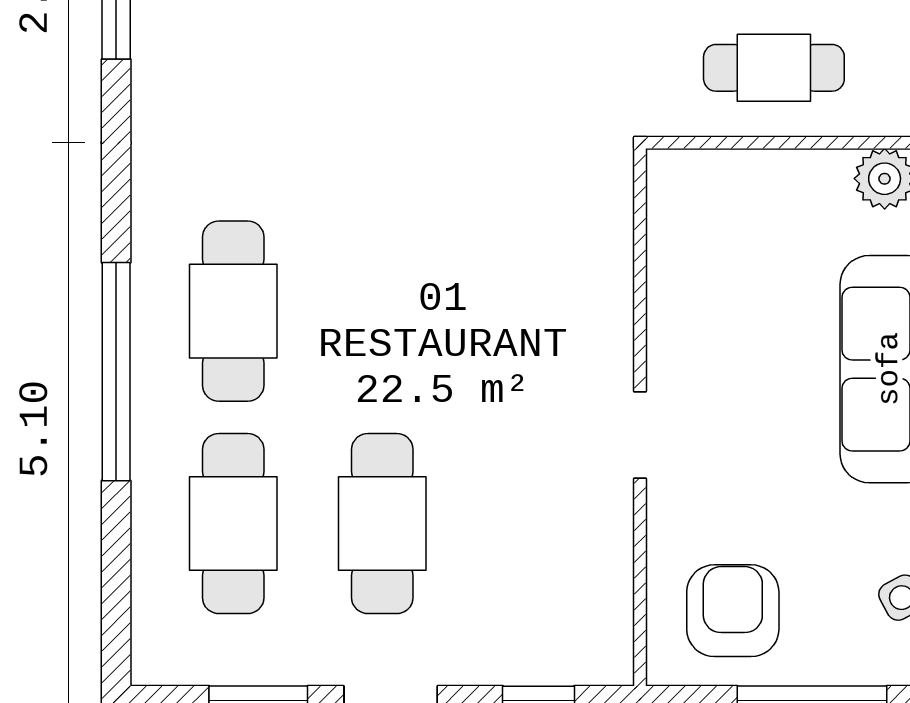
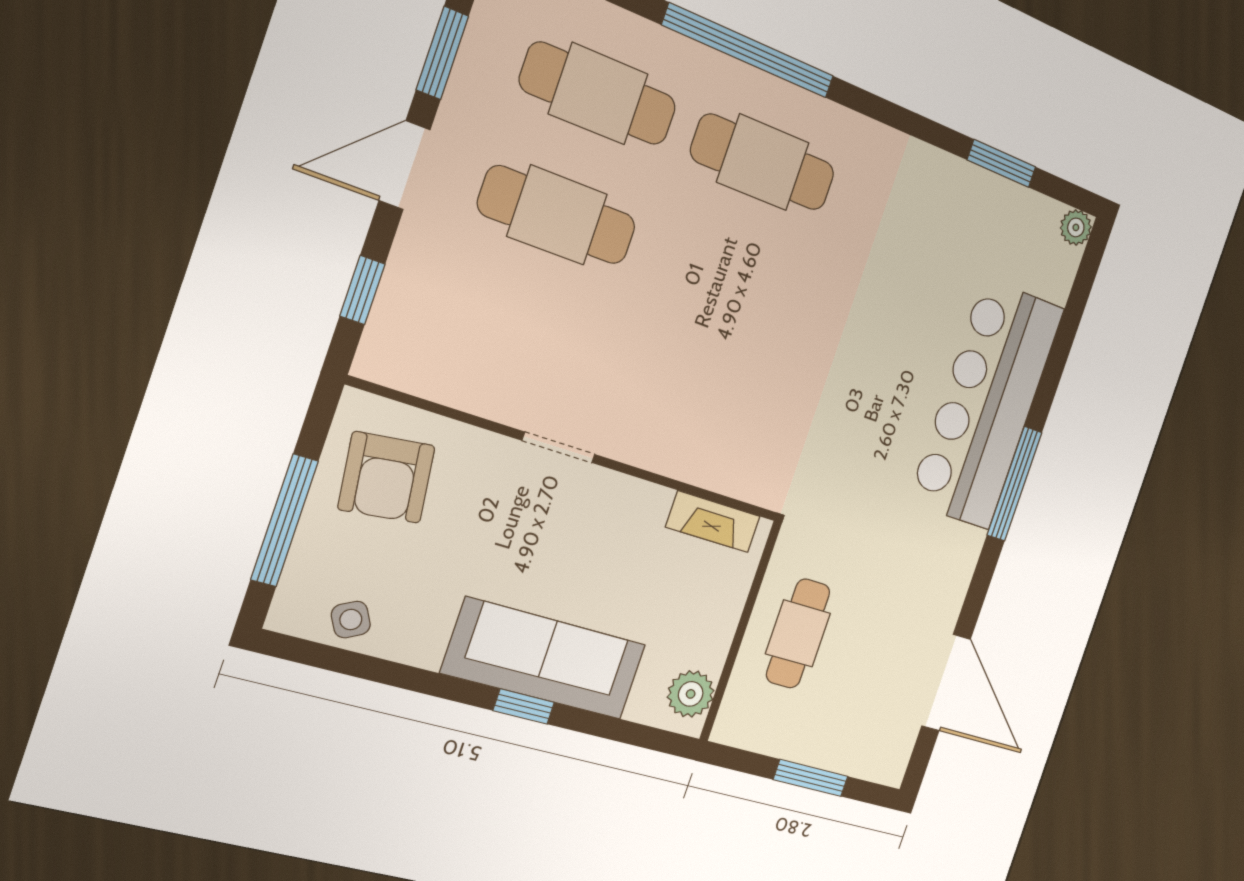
fireplace: (669, 224) -> (713, 522), added
armchair: (733, 611) -> (386, 477), turned 83

